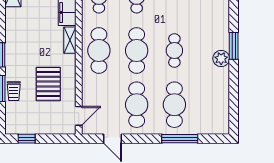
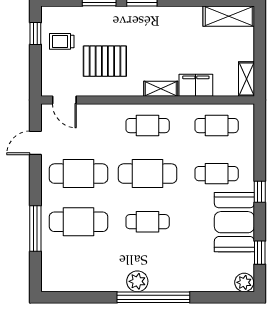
window: (234, 46) -> (153, 297), width x2.11
cafe table: (99, 51) -> (148, 126), width x0.73, depth x0.74
trolley: (14, 91) -> (62, 41), moved

